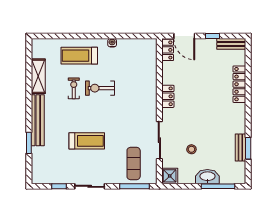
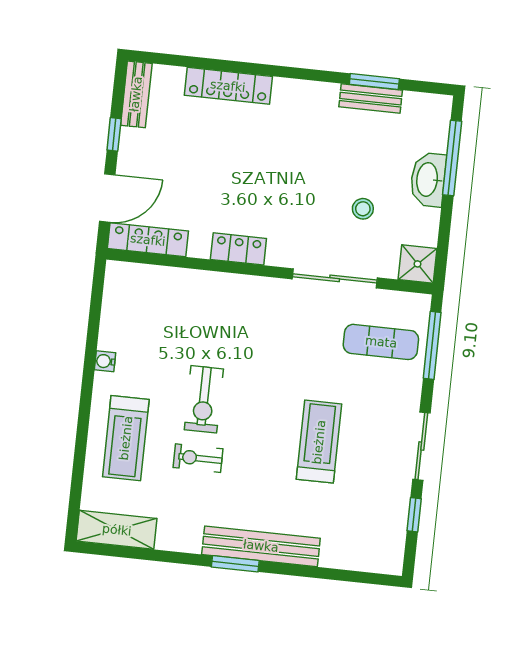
locker: (168, 50) -> (148, 240), width x1.53
shelving: (38, 76) -> (117, 530), moved
window: (29, 143) -> (235, 564), moved

